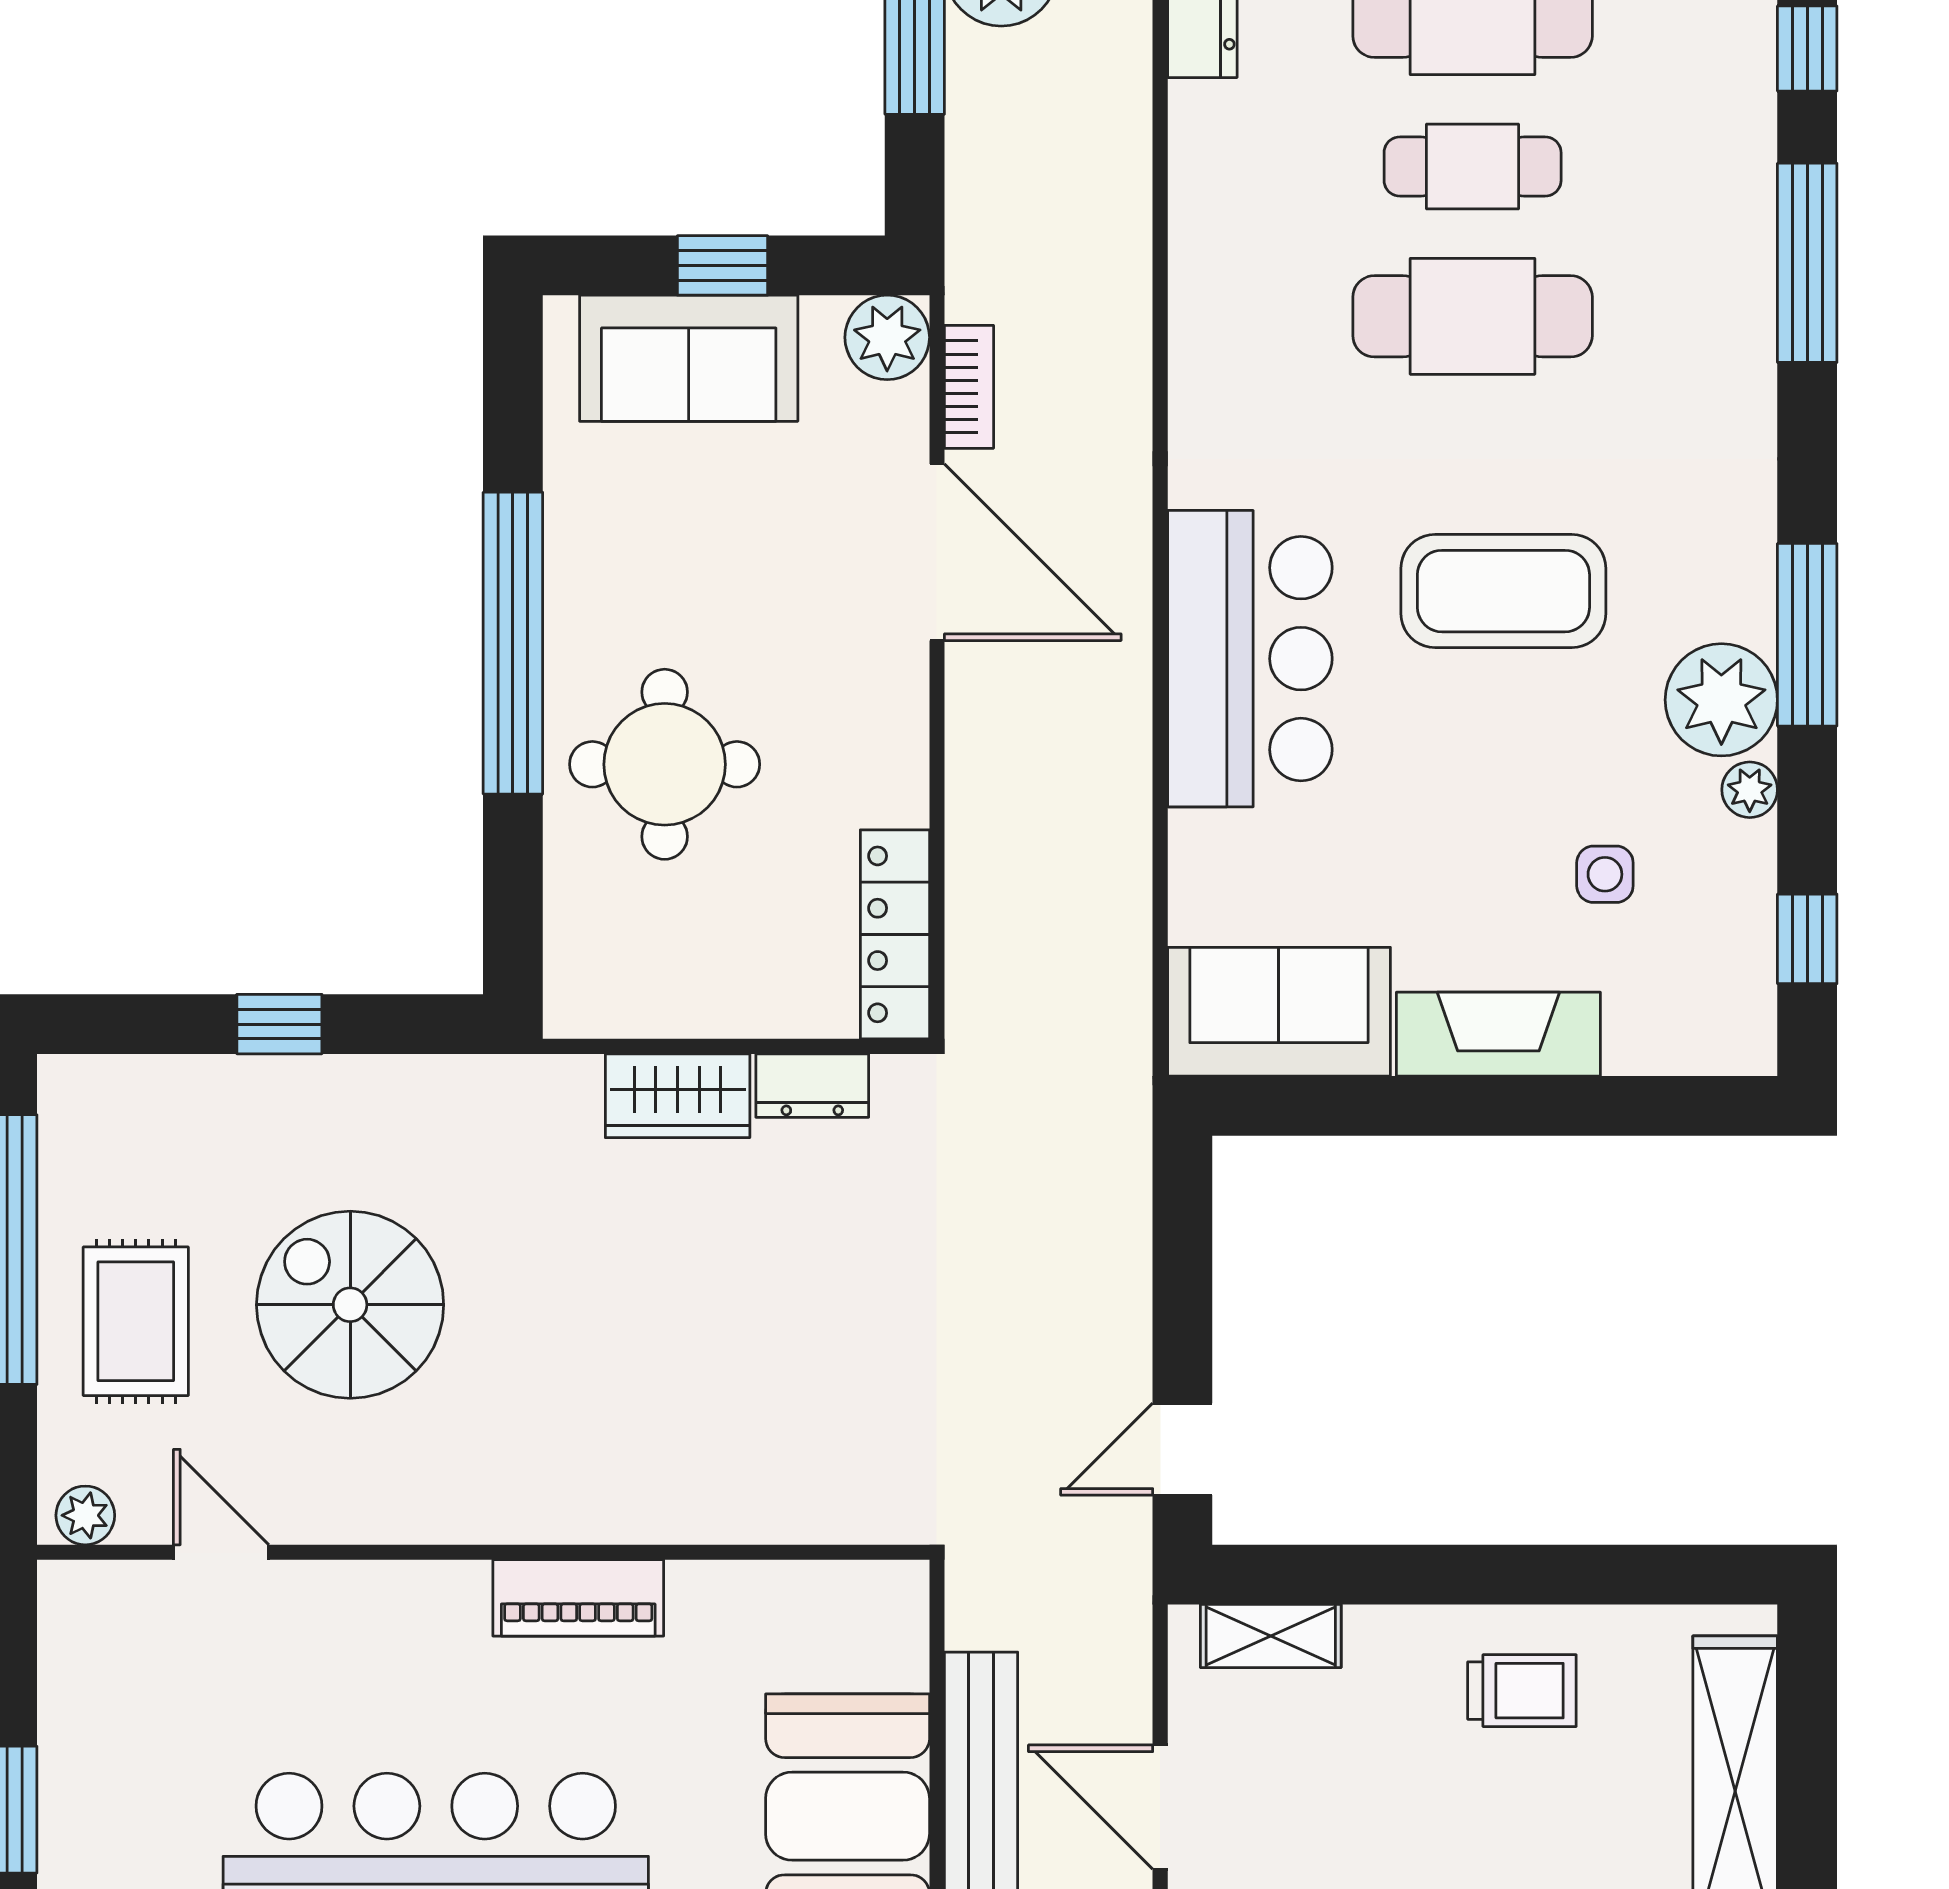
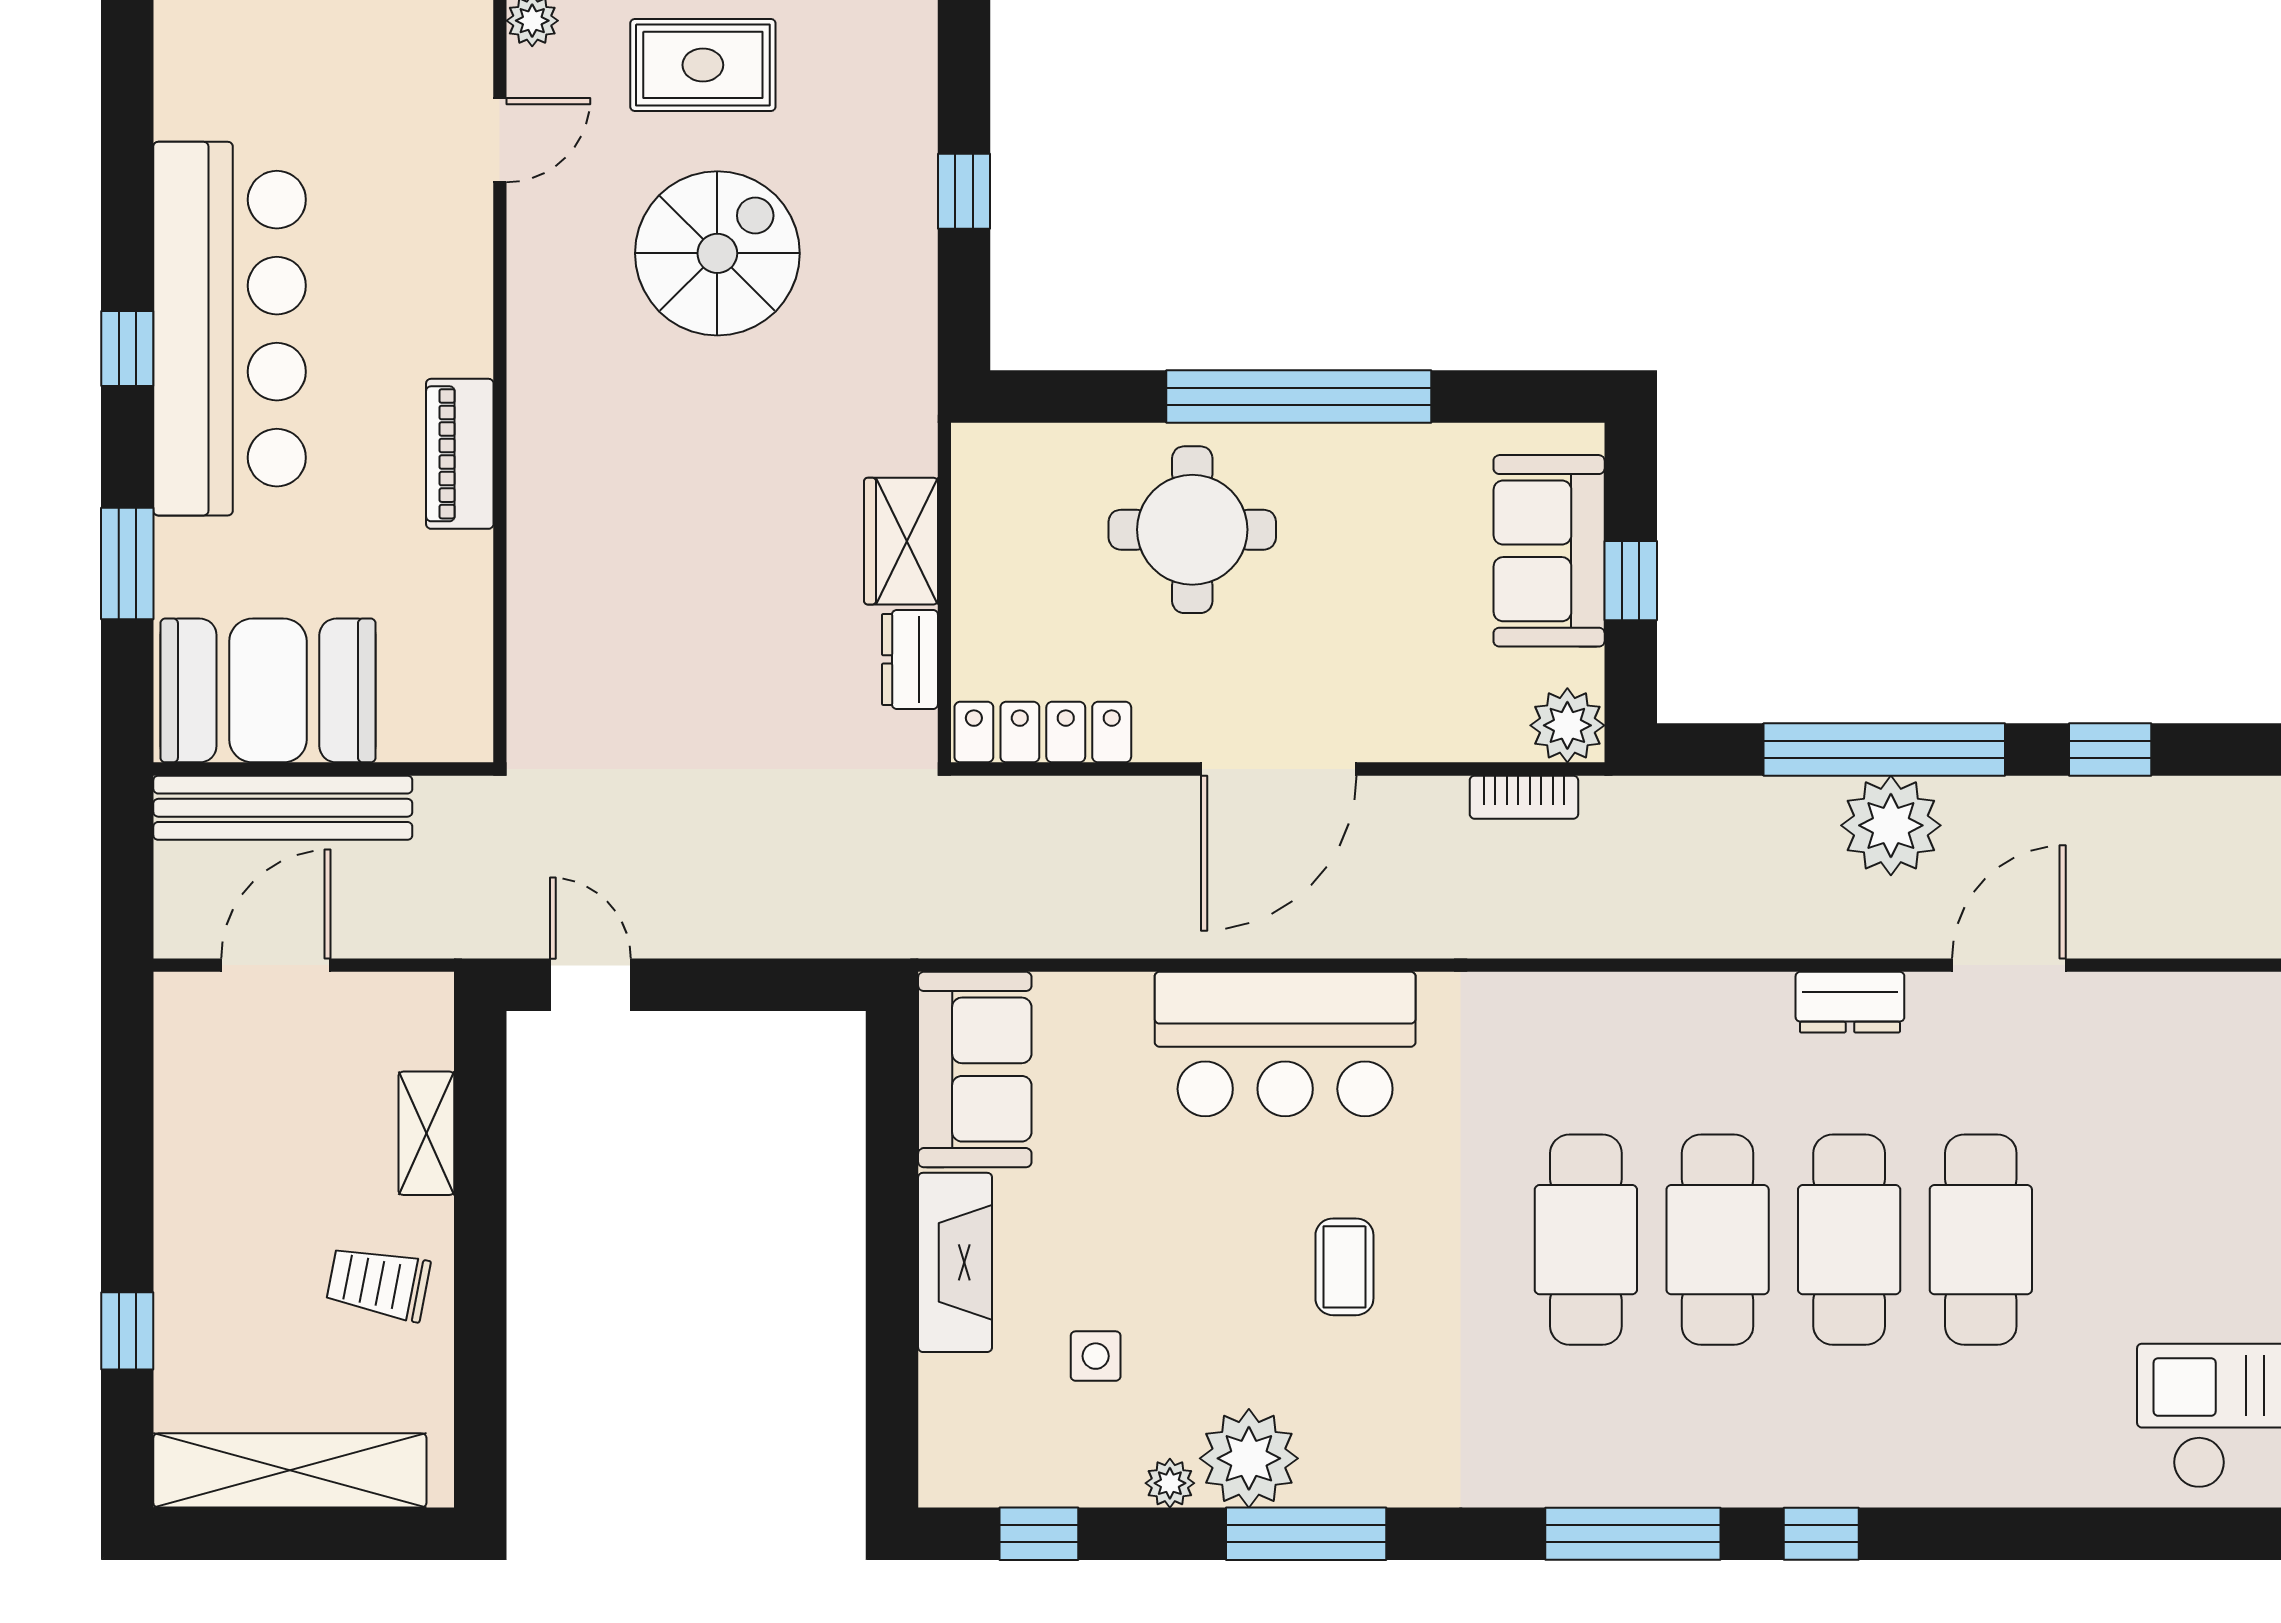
cafe table: (1473, 167) -> (1718, 1240), width x1.37, depth x1.35
door: (937, 552) -> (1279, 769), moved
coffee table: (1503, 591) -> (1344, 1267), width x0.54, depth x0.58
shelving: (1271, 1636) -> (426, 1133), moved
trolley: (1522, 1691) -> (378, 1283), turned 101

